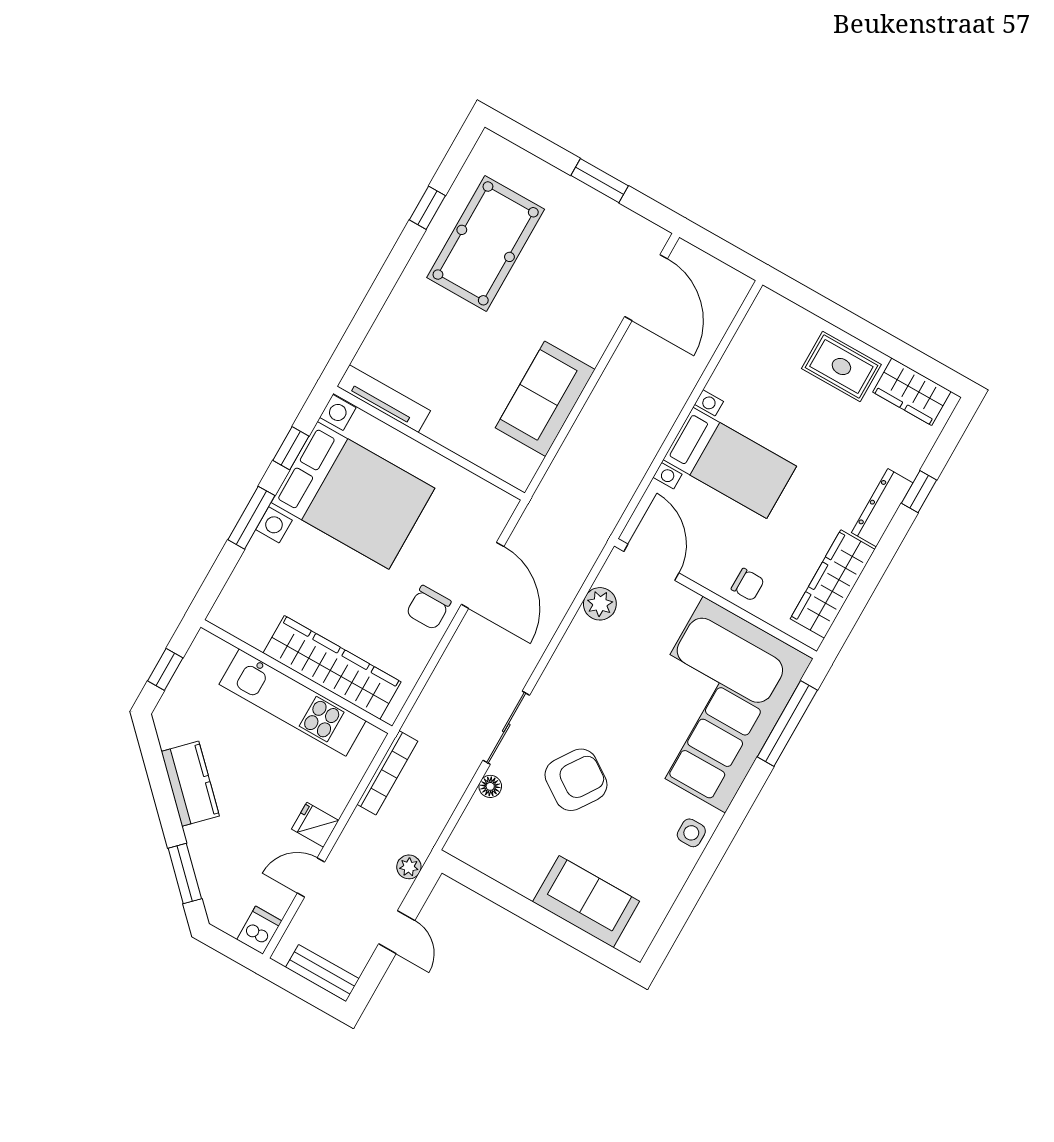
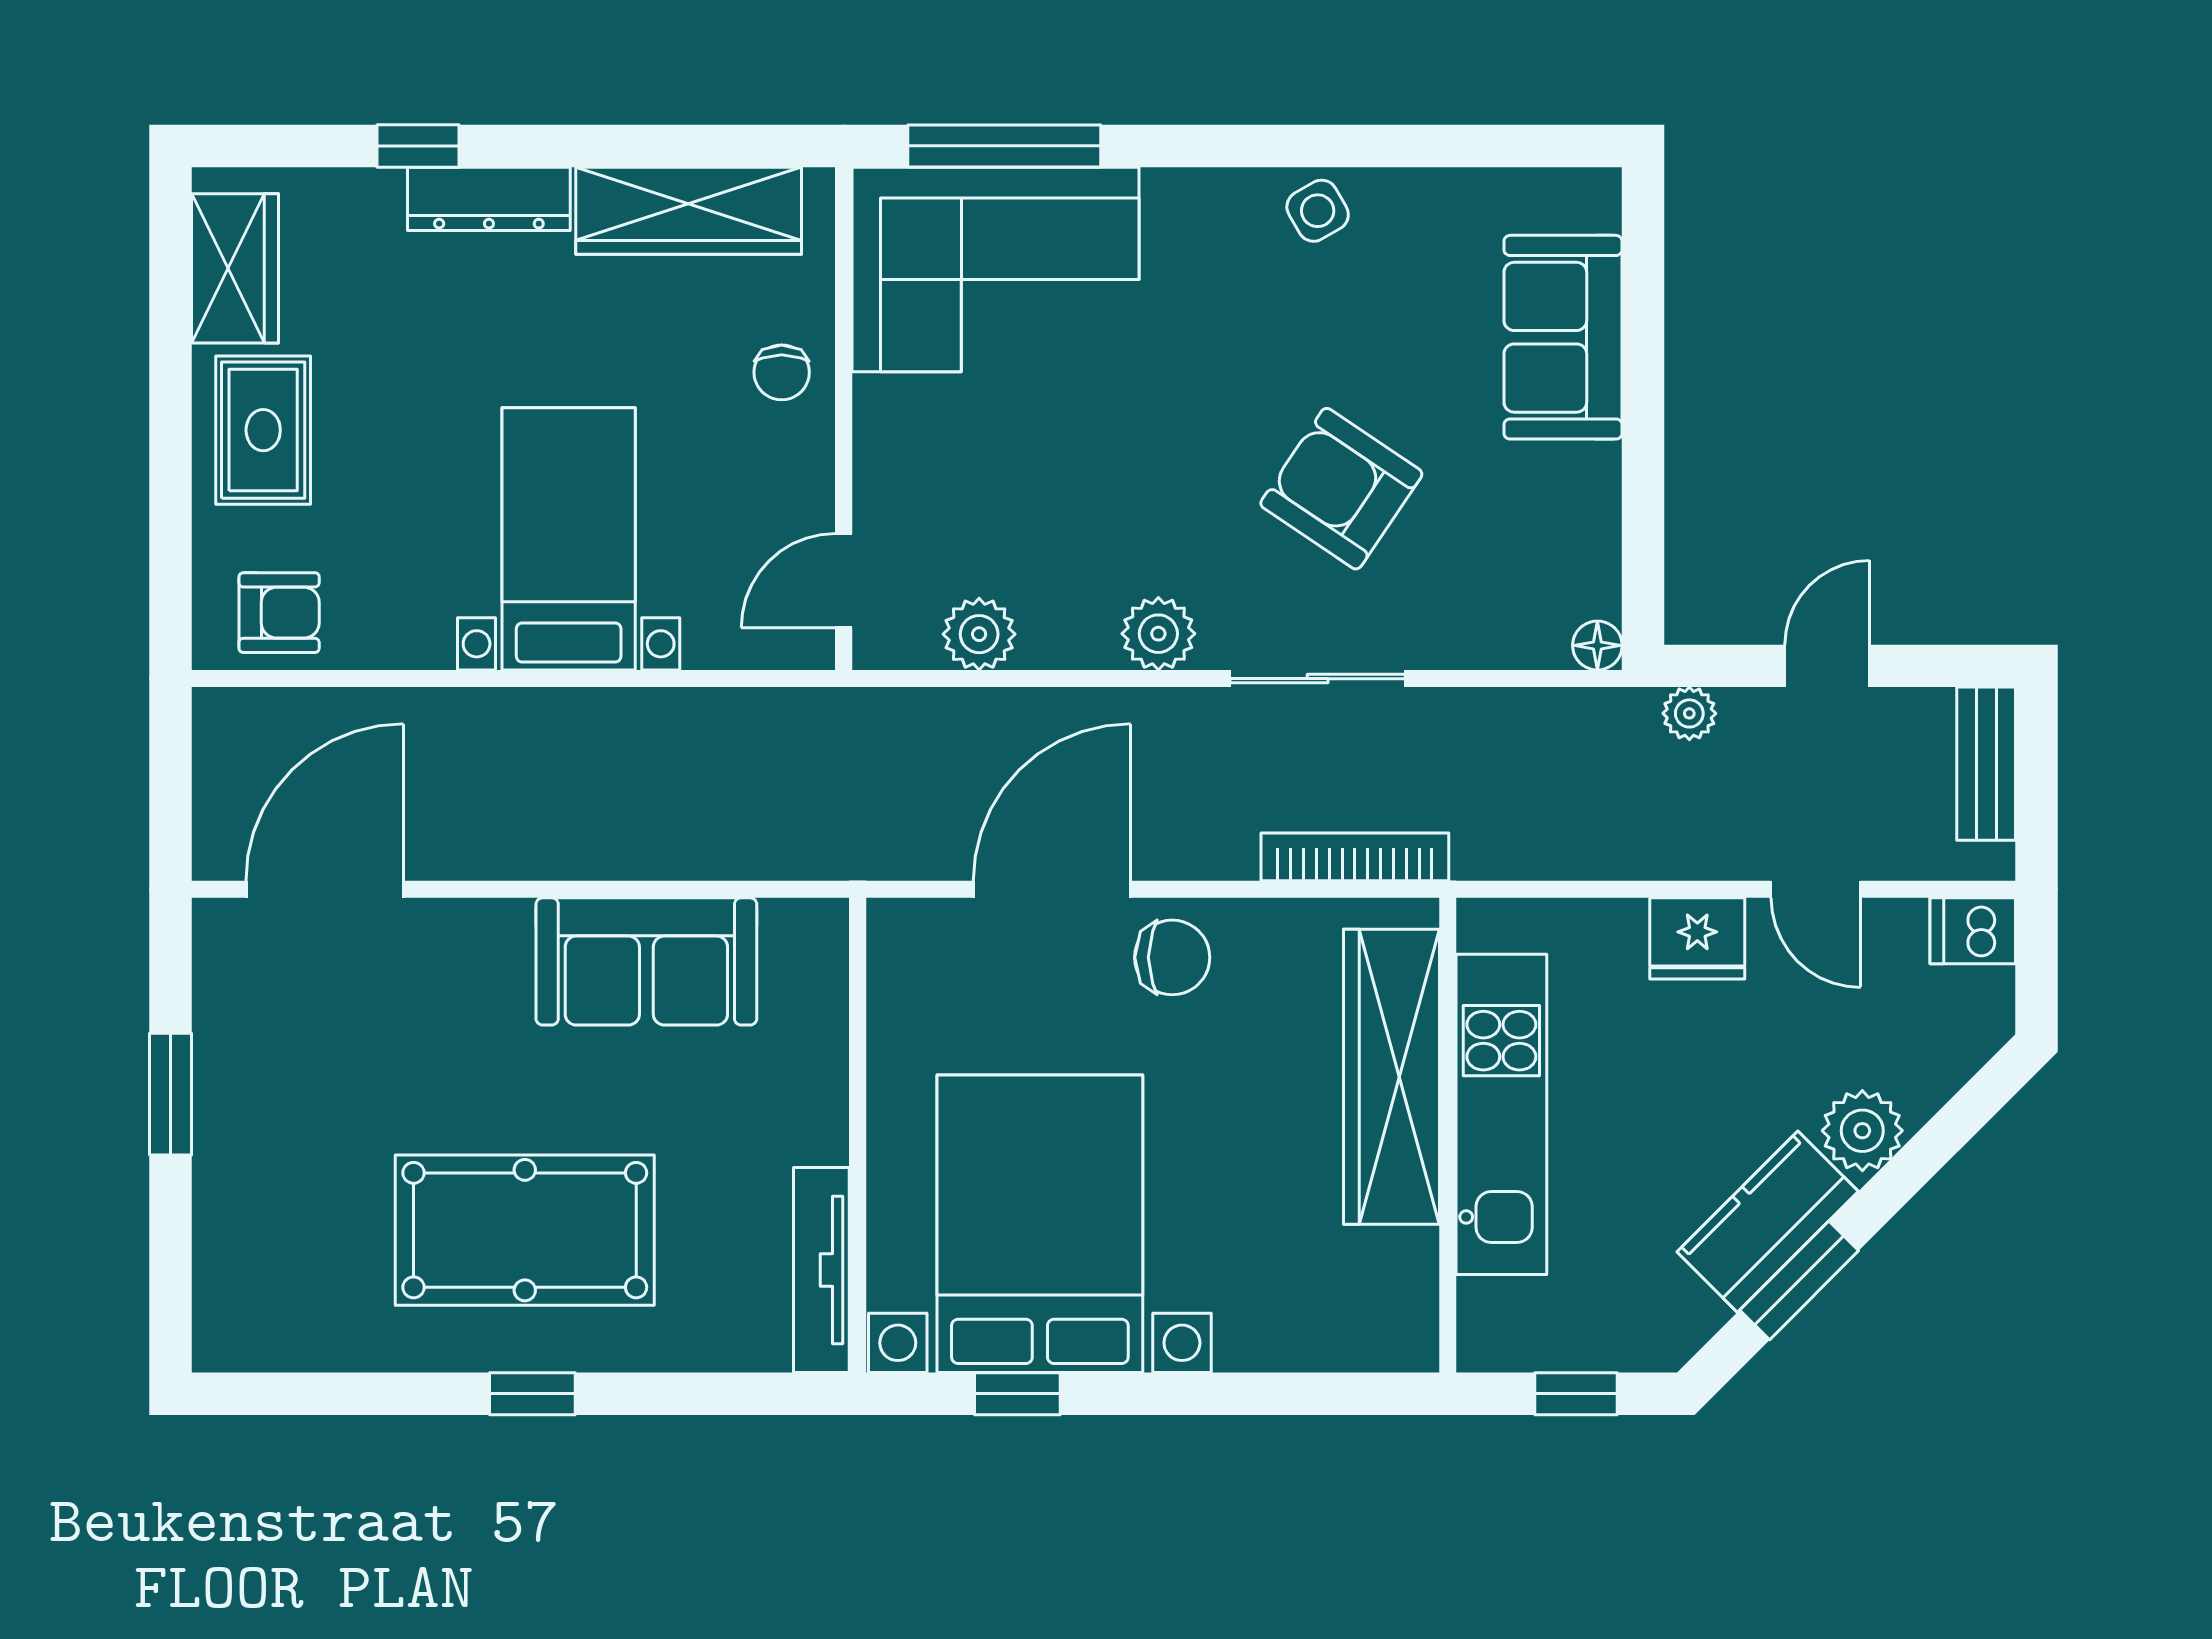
window: (427, 208) -> (532, 1394), moved
pool table: (486, 243) -> (525, 1230), moved
armchair: (766, 332) -> (279, 613), added
window: (251, 518) -> (1193, 1394), removed
door: (651, 562) -> (844, 581), width x0.73
chair: (748, 585) -> (782, 372), turned 180
plant: (560, 675) -> (1158, 634), added
corner sofa: (714, 705) -> (995, 269), width x0.73, depth x0.74
bookcase: (387, 773) -> (1355, 857), moved
floor lamp: (490, 786) -> (1597, 645), moved
fridge: (315, 825) -> (1697, 938), width x1.38
side table: (691, 833) -> (1318, 211), turned -30
plant: (205, 842) -> (1862, 1131), added
window: (185, 873) -> (1799, 1280), moved

